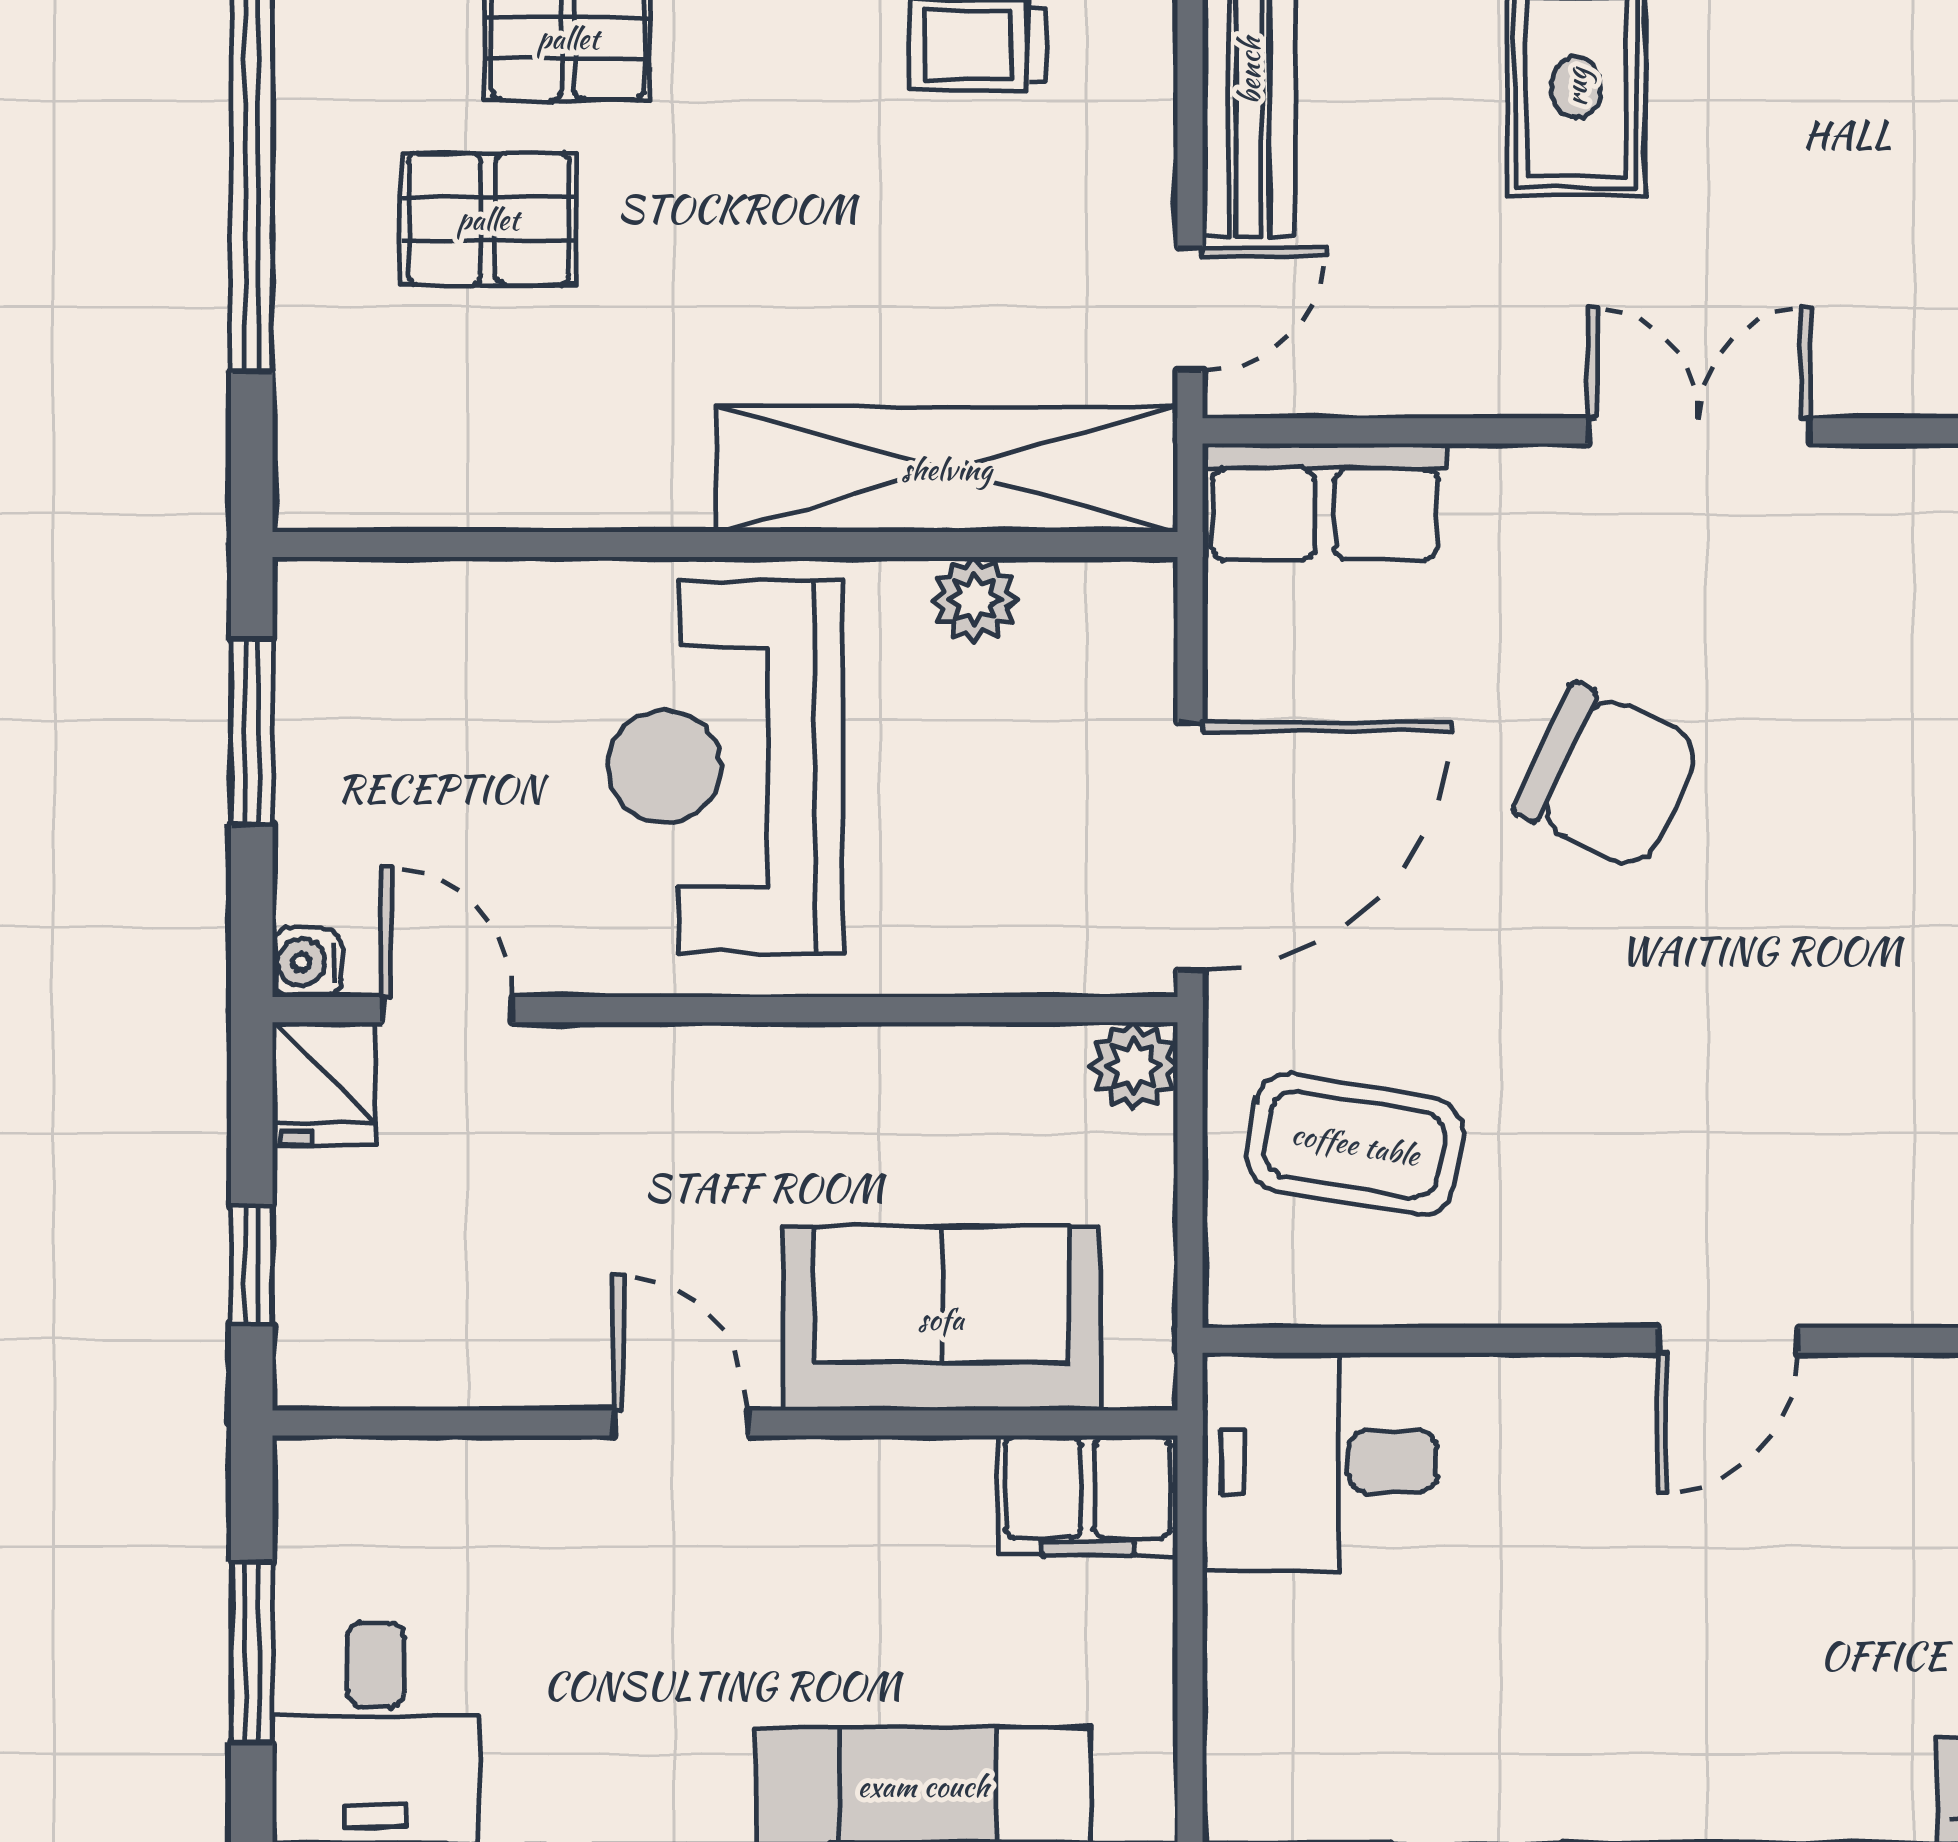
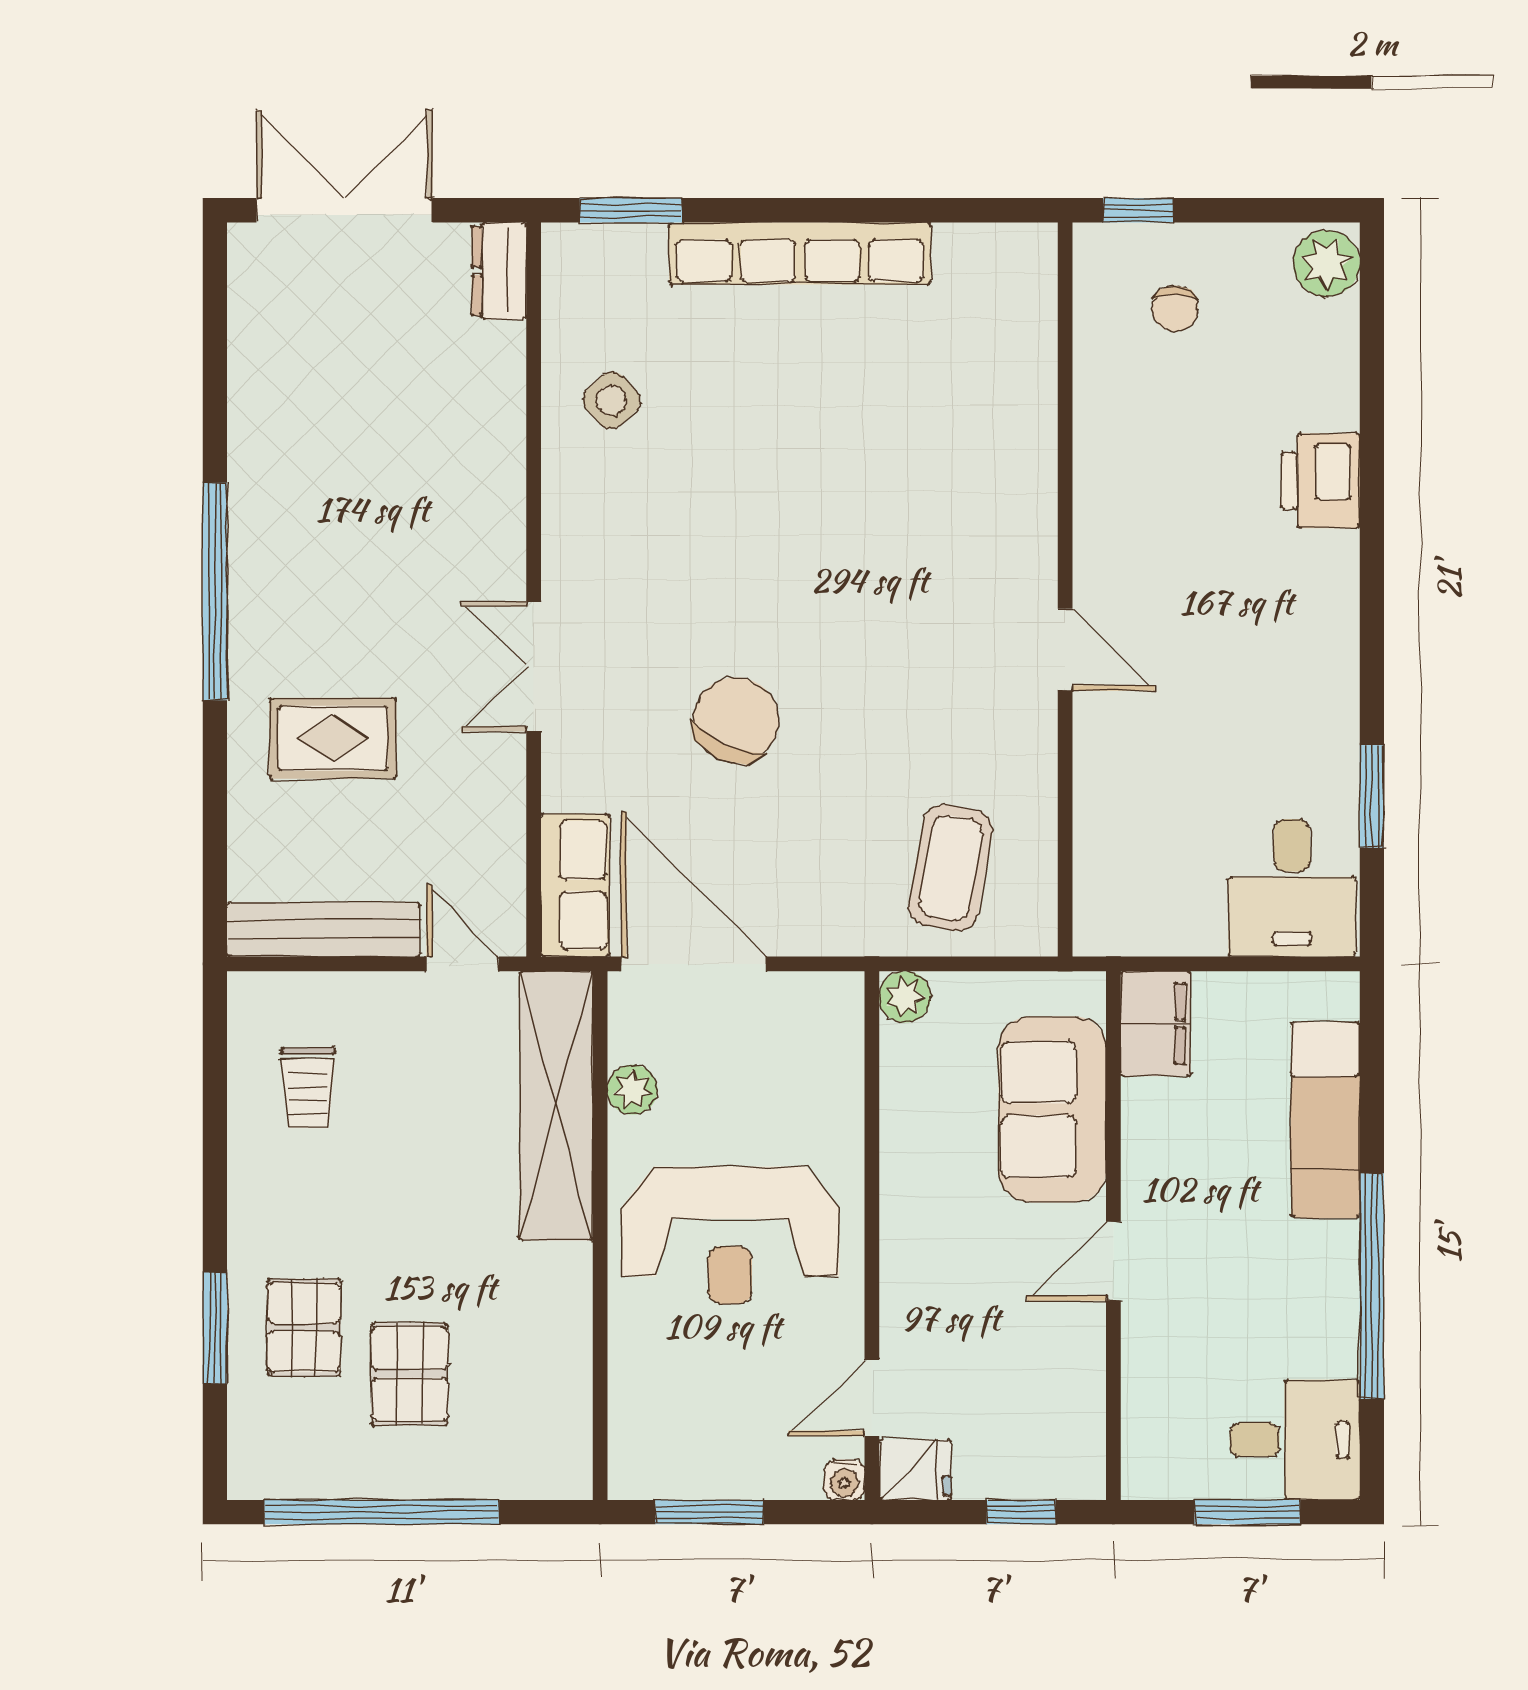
door: (1190, 846) -> (694, 964), moved
desk: (1320, 1462) -> (1292, 888), moved

